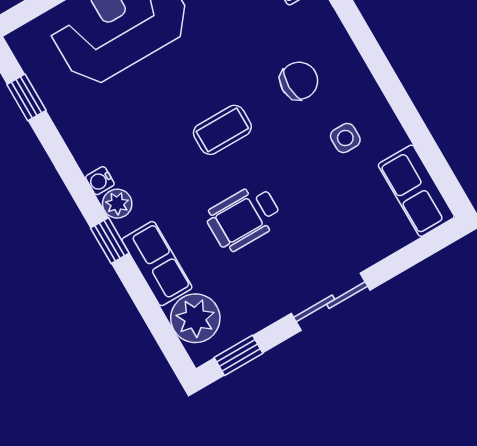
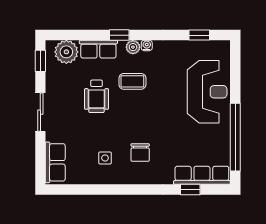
coffee table: (222, 130) -> (132, 81), moved, turned 90
row of seats: (416, 191) -> (55, 162), moved, turned 90
wheelchair: (244, 218) -> (96, 96), turned 180

